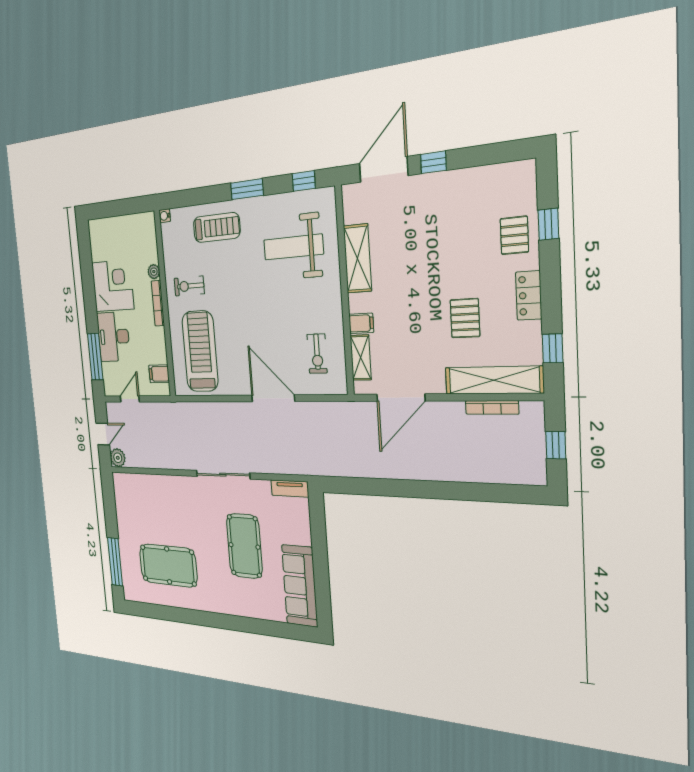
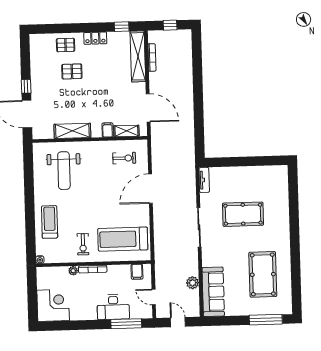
window: (304, 181) -> (28, 162), removed
window: (247, 189) -> (29, 200), removed
window: (548, 224) -> (61, 28), removed
corner desk: (113, 286) -> (53, 305), moved, turned 90
pallet: (465, 318) -> (72, 71), moved
plant: (118, 458) -> (193, 283), moved
sofa: (300, 586) -> (213, 292), moved, turned -90

